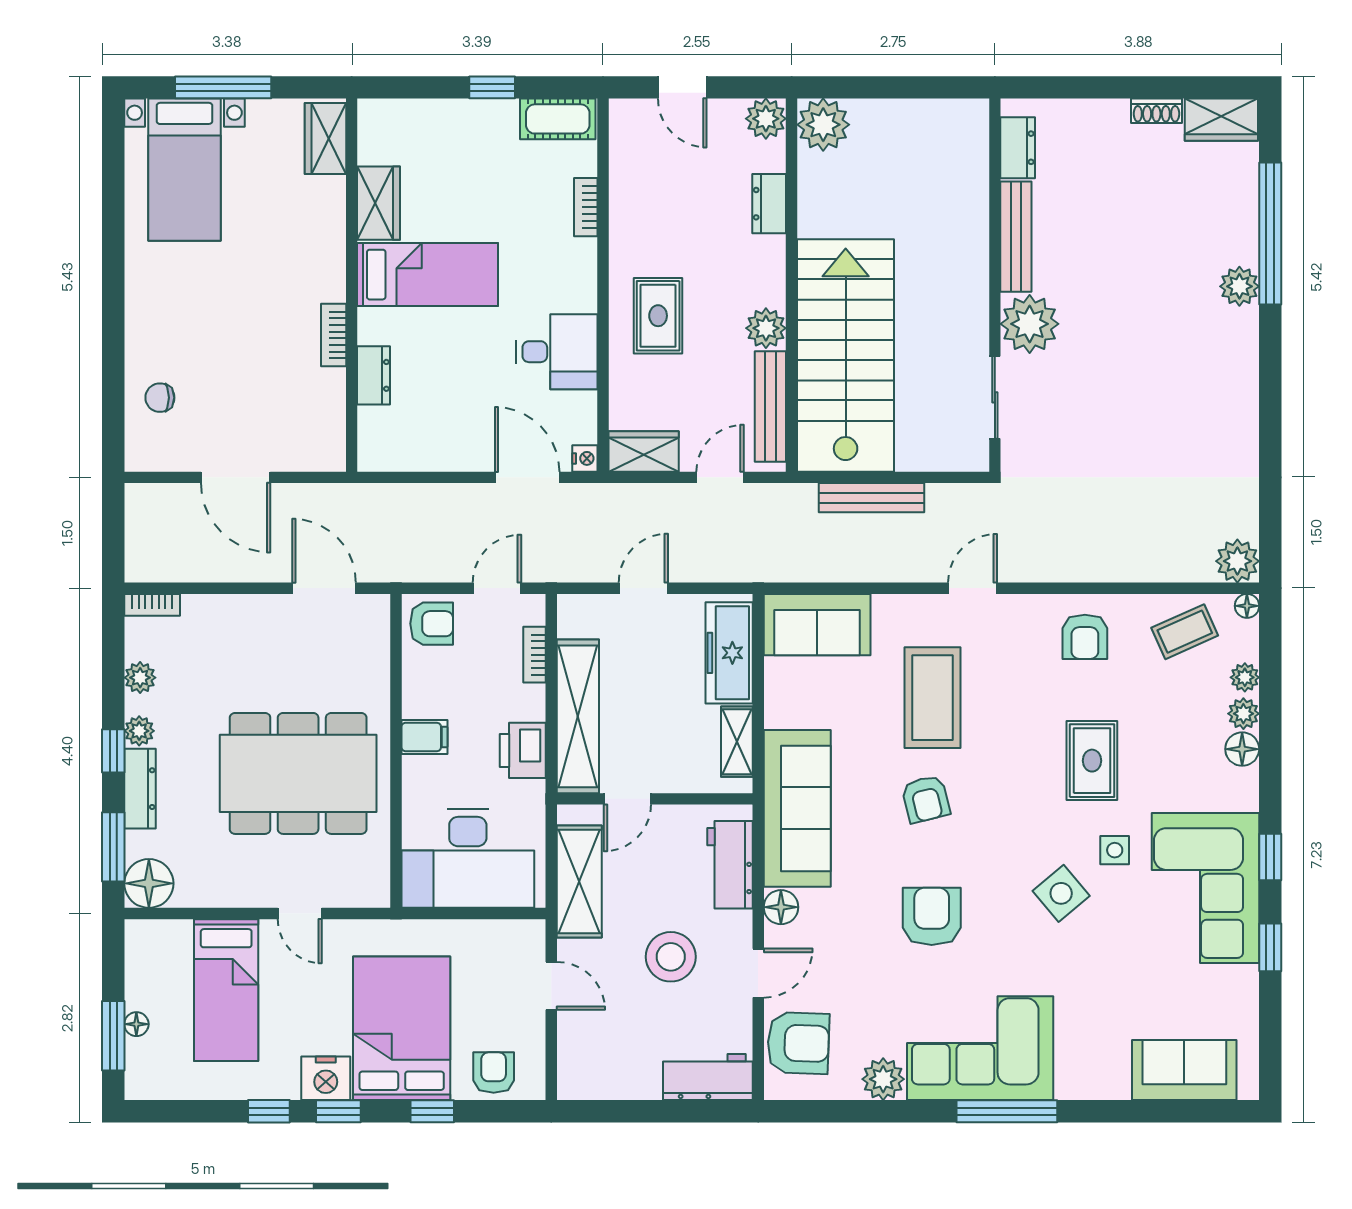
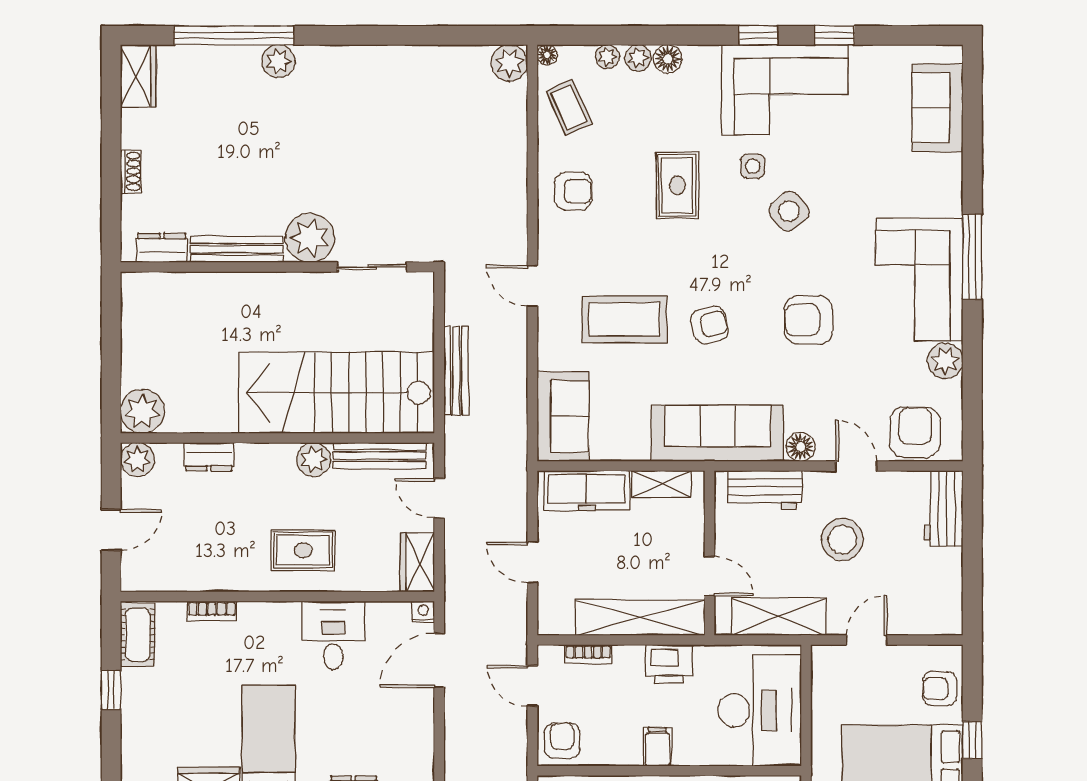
shoe rack: (1156, 111) -> (131, 171), moved
rug: (1092, 761) -> (677, 185), turned 90

